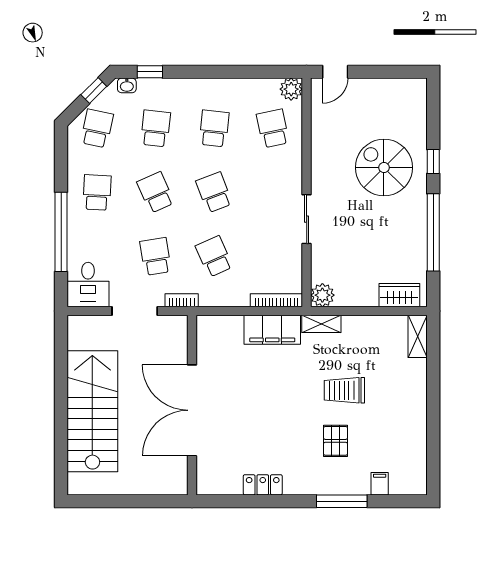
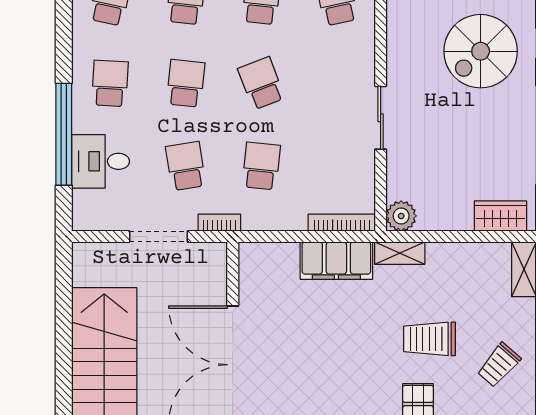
spiral stairs: (384, 168) -> (481, 51), turned -90
school desk: (156, 192) -> (186, 83), turned 30
school desk: (214, 256) -> (261, 166), turned 30
desk: (88, 285) -> (101, 161), moved, turned 90
trolley: (398, 411) -> (499, 365), added

